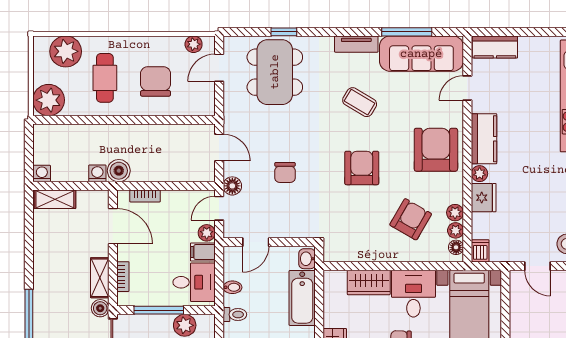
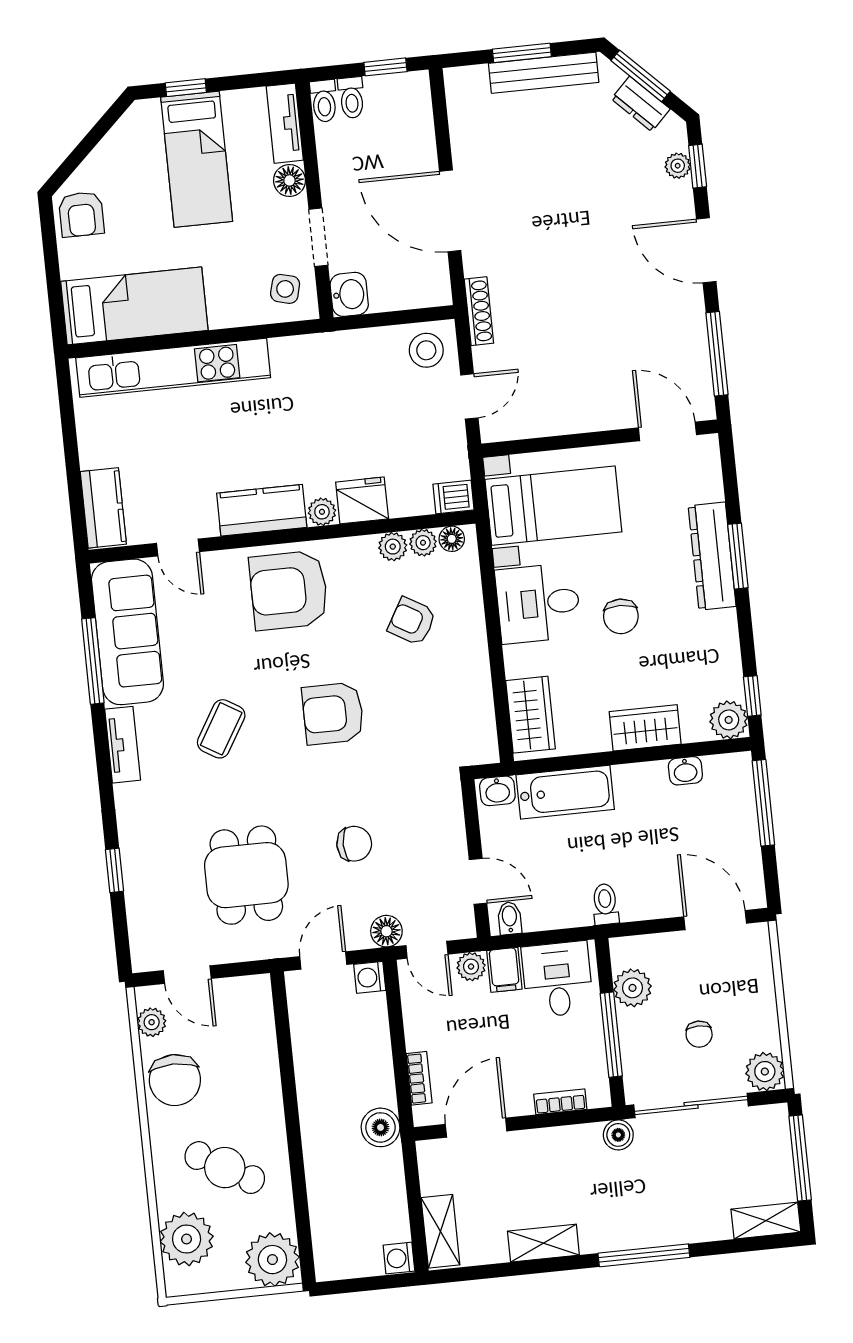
dining table: (275, 72) -> (246, 875), moved, width x0.73
cafe table: (105, 78) -> (225, 1168), turned 30
chair: (156, 81) -> (175, 1080), moved, turned -90
washing machine: (97, 173) -> (370, 977), moved
armchair: (411, 219) -> (412, 621), width x0.72, depth x0.72
shelving: (100, 278) -> (543, 1243), moved
wardrobe: (369, 282) -> (530, 715), moved
bidet: (232, 287) -> (510, 918), moved

